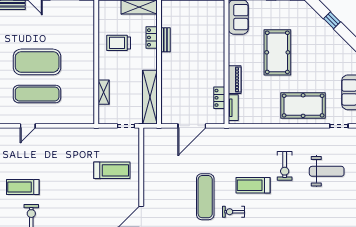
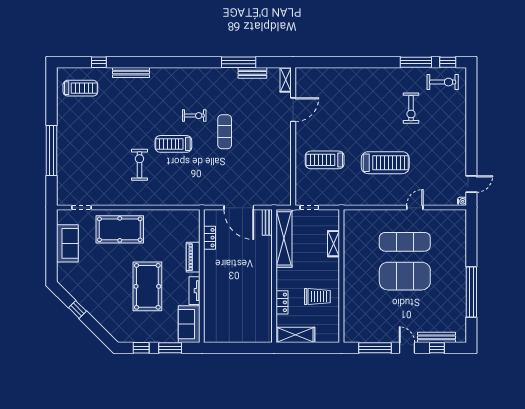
window: (332, 20) -> (77, 309), moved
bench: (165, 40) -> (267, 222), moved
tv unit: (233, 108) -> (195, 291), moved
door: (192, 126) -> (239, 208), swing flipped
weight bench: (327, 171) -> (94, 159), removed
treadmill: (253, 185) -> (173, 144), turned 180
treadmill: (23, 187) -> (385, 163), moved, width x1.37, depth x1.38
exercise mat: (205, 197) -> (225, 132), width x0.73, depth x0.69

